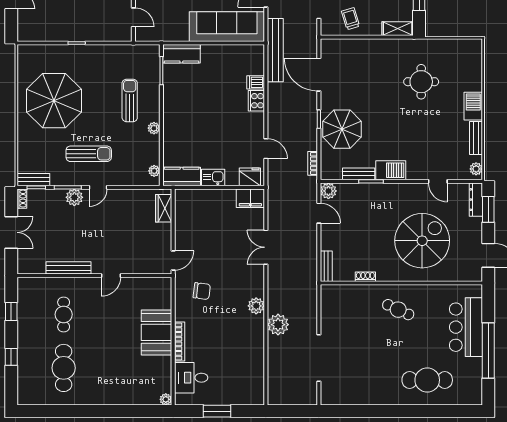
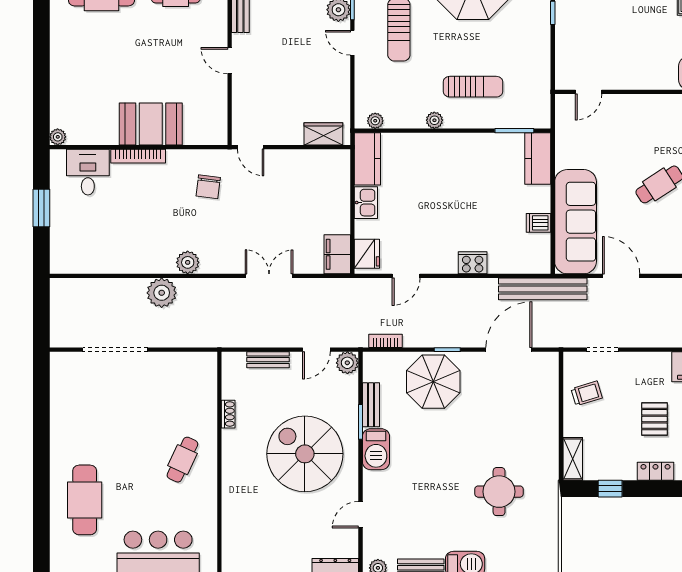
dishwasher: (256, 82) -> (539, 223), moved, turned -90
spiral stairs: (422, 241) -> (305, 454), moved, turned 180
bench: (326, 266) -> (268, 360), moved

